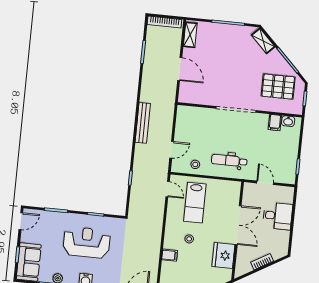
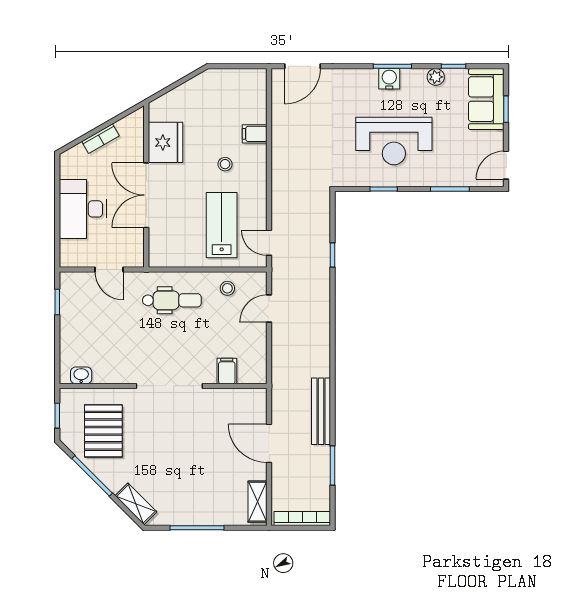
pallet: (278, 87) -> (103, 431), turned 90
filing cabinet: (275, 122) -> (227, 371), moved
bench: (143, 123) -> (321, 411), moved
desk: (278, 216) -> (83, 209), width x1.37

